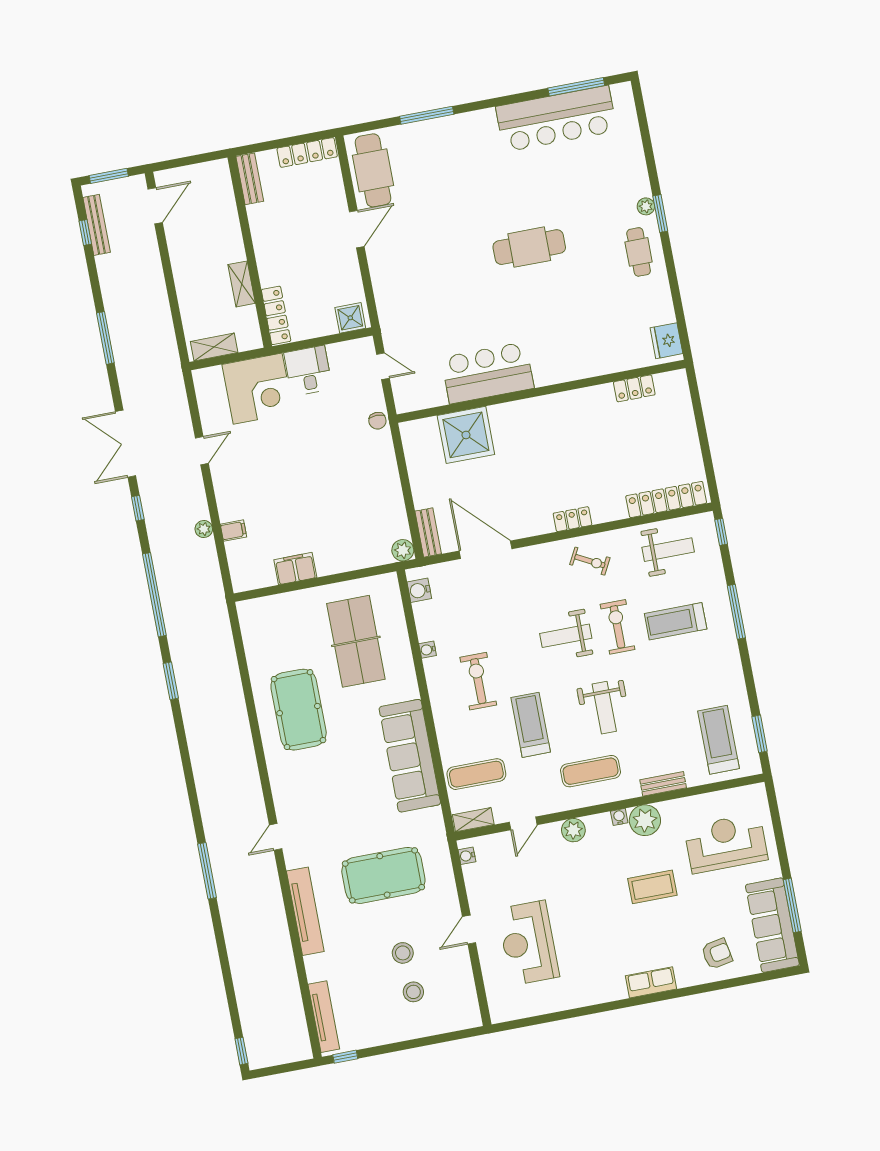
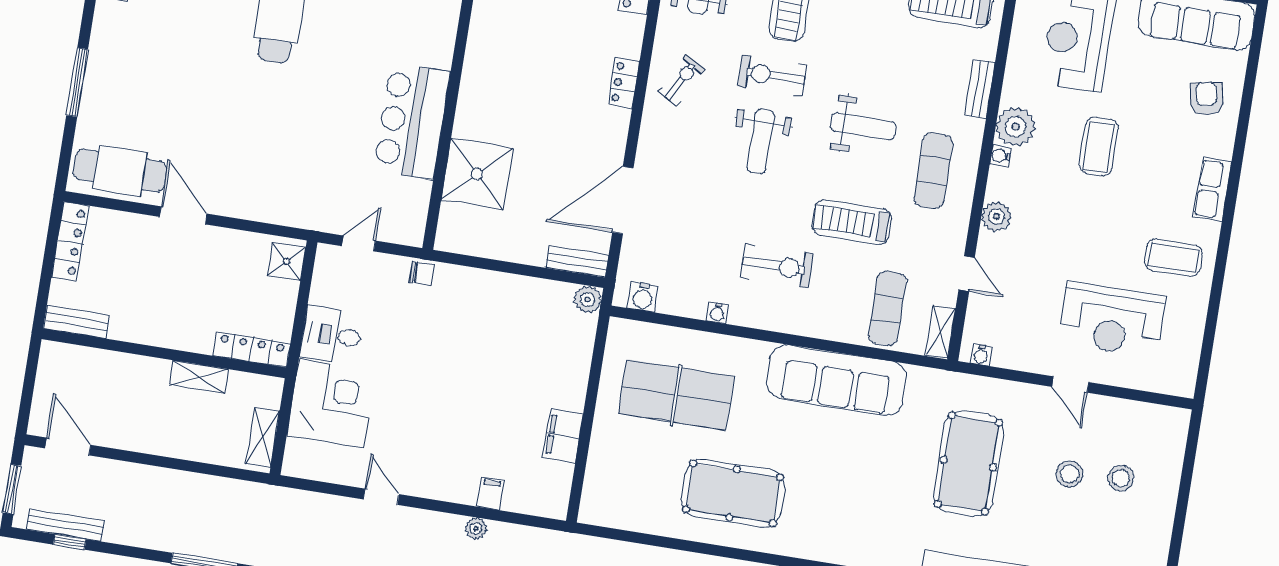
exercise bike: (478, 681) -> (777, 266), turned 180
coffee table: (590, 972) -> (1173, 257), added

